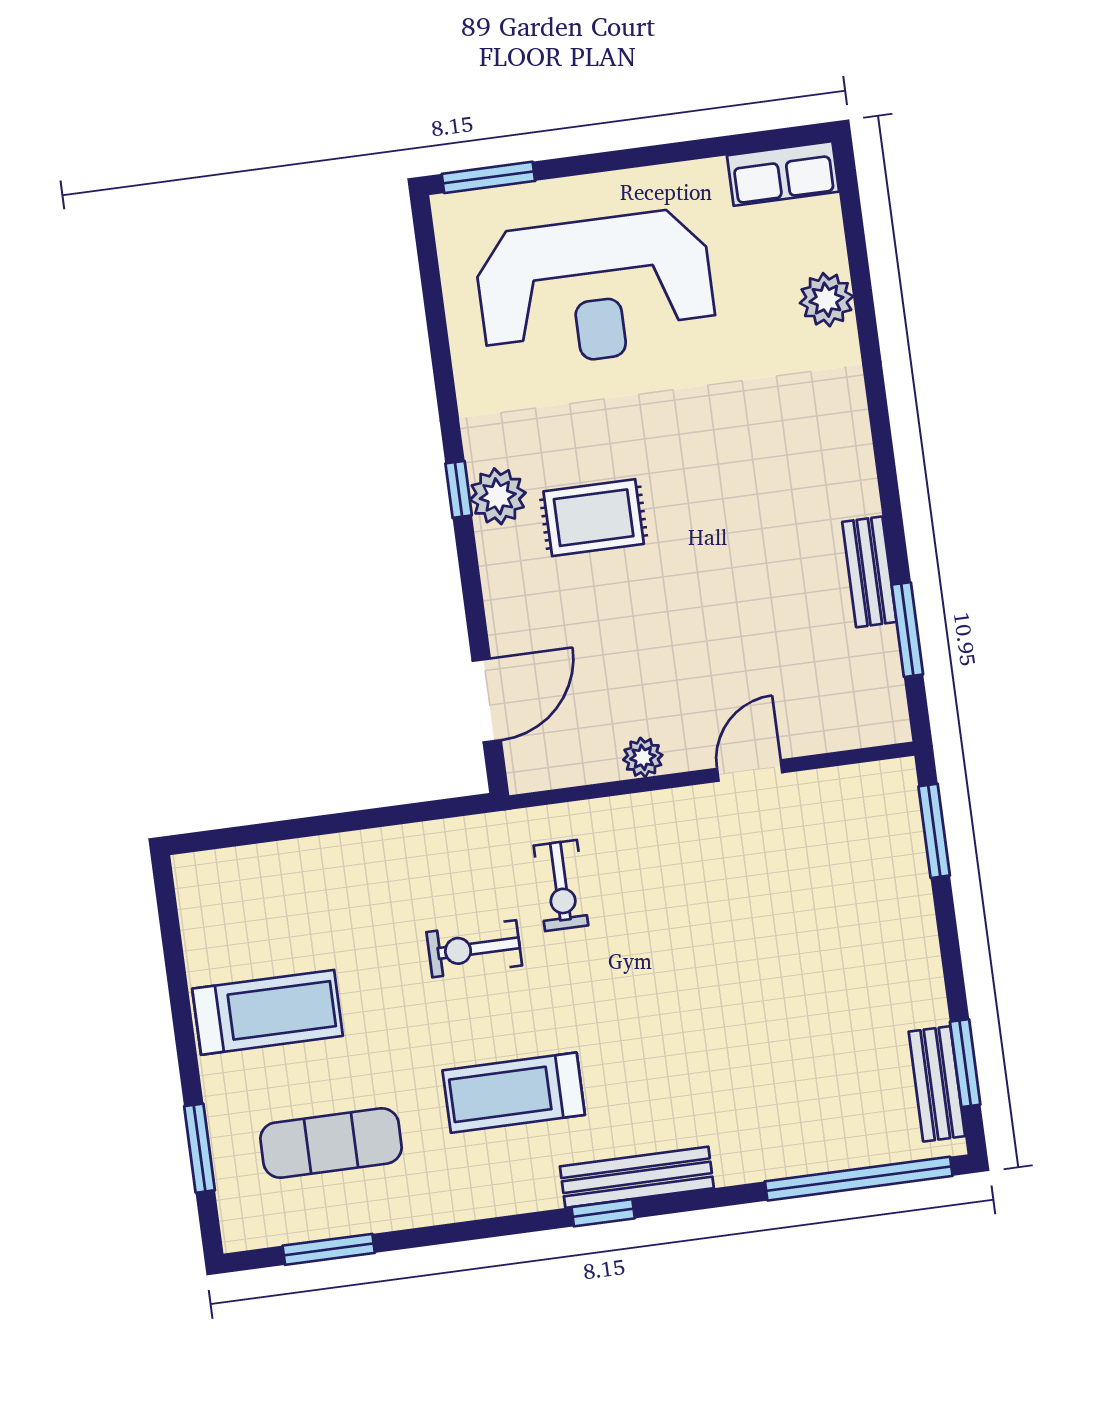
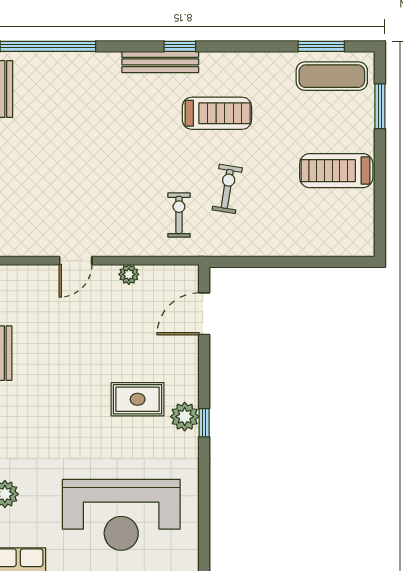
reception desk: (595, 289) -> (121, 515), turned 180
exercise bike: (474, 949) -> (227, 189), turned -81
exercise mat: (331, 1143) -> (332, 76), moved

